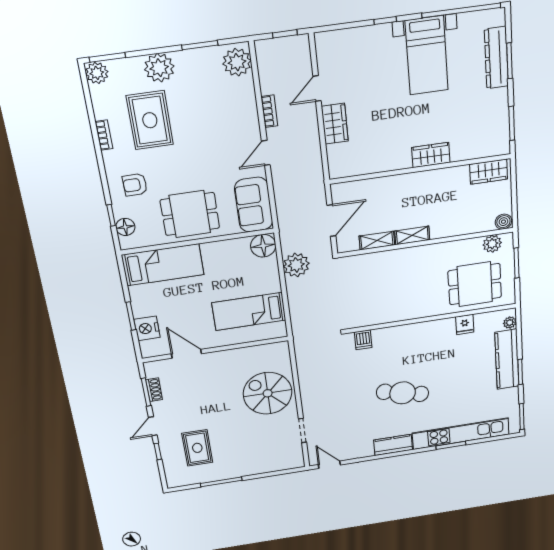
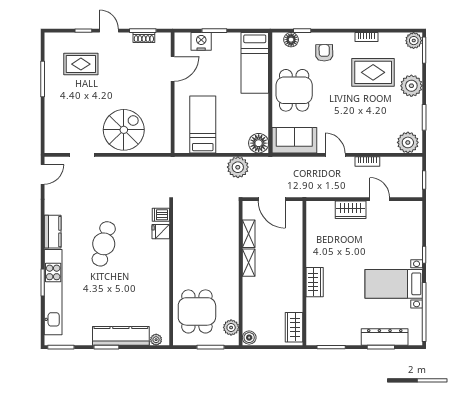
fridge: (465, 324) -> (161, 232), moved

